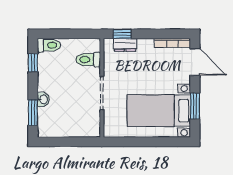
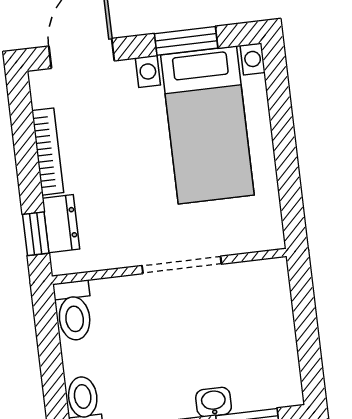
bookcase: (172, 43) -> (48, 152), moved
toilet: (88, 60) -> (74, 311), moved

